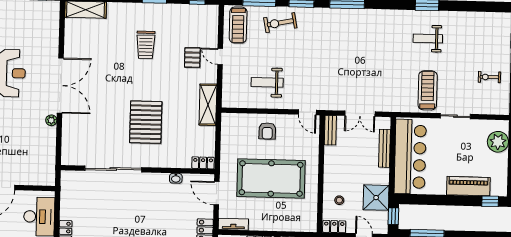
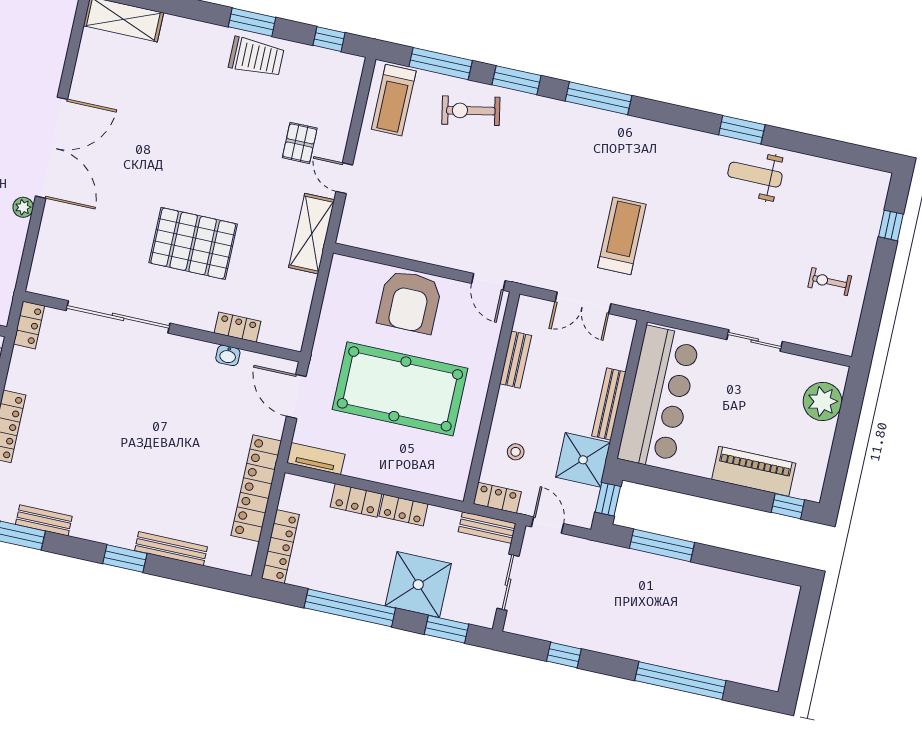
weight bench: (428, 38) -> (755, 175), moved
trolley: (146, 45) -> (256, 57), moved, turned -90
door: (220, 56) -> (344, 178), moved
weight bench: (267, 82) -> (426, 214), removed
treadmill: (428, 90) -> (622, 236), moved
pallet: (146, 122) -> (193, 243), turned 90
bench: (330, 130) -> (516, 360), moved
armchair: (267, 131) -> (410, 302), width x1.88, depth x1.88
bench: (385, 148) -> (609, 404), moved
locker: (203, 163) -> (238, 327), moved
locker: (67, 183) -> (29, 325), added

